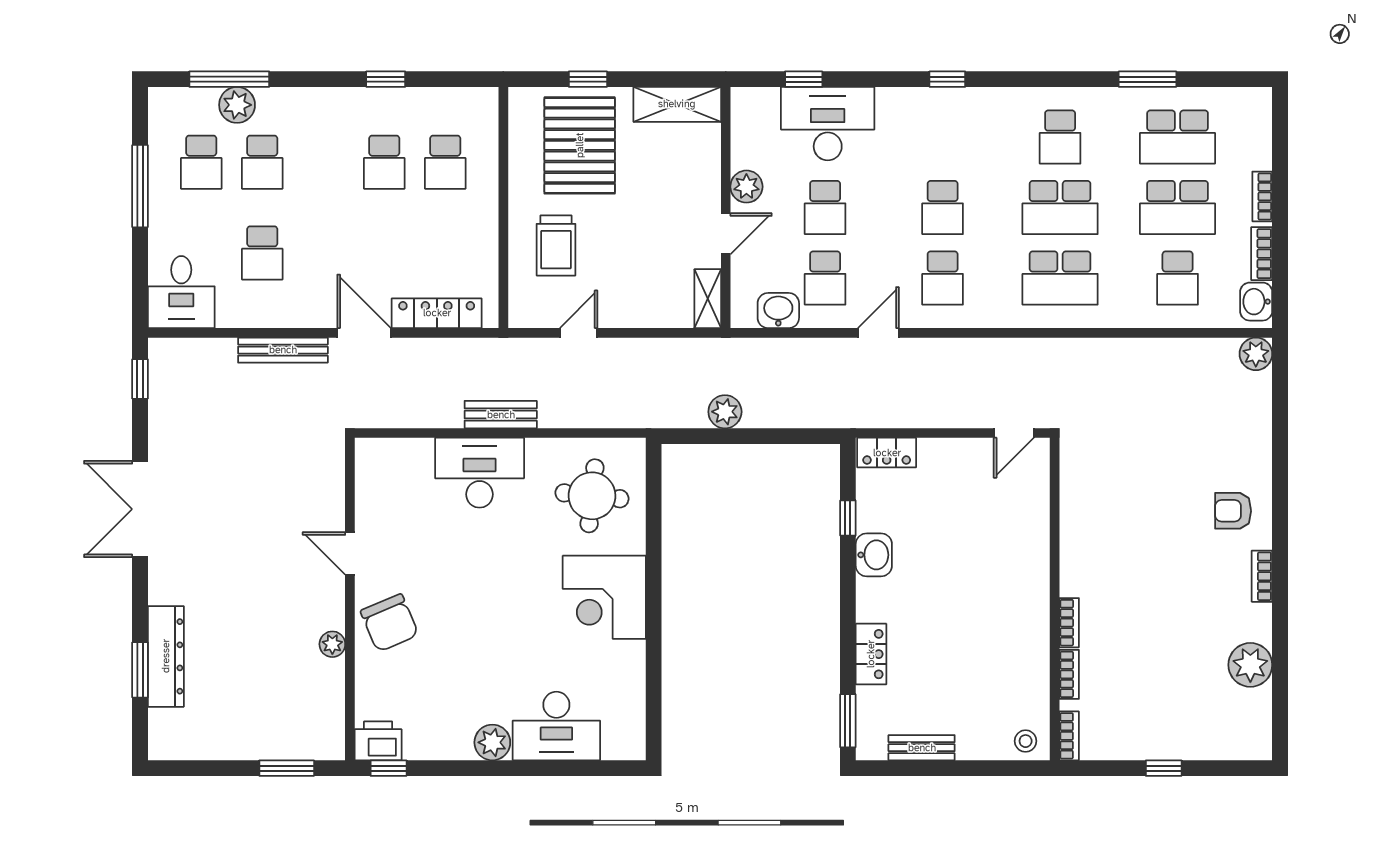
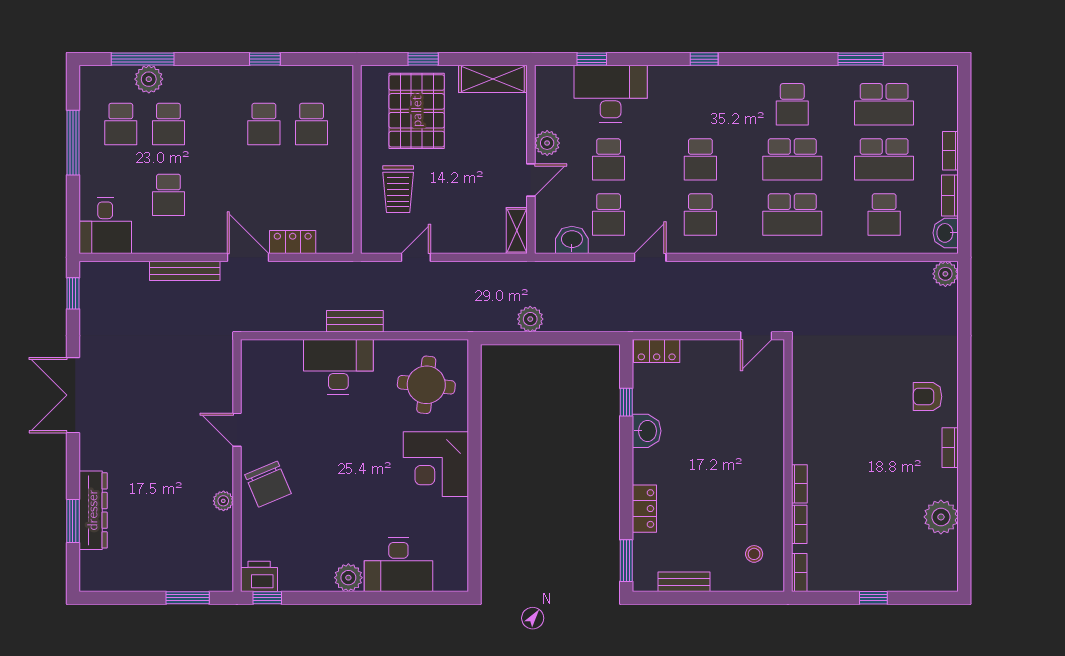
locker: (437, 313) -> (293, 242), width x0.66
stool: (1026, 741) -> (754, 554), moved

